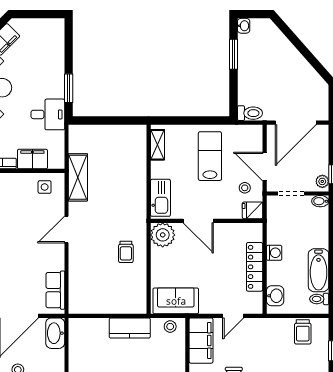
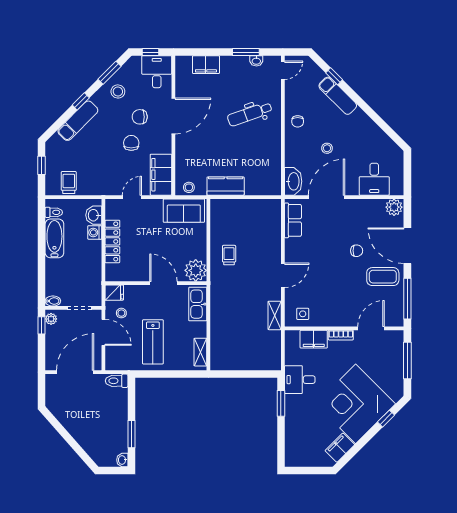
shelving: (78, 177) -> (275, 315), width x0.67, depth x0.75
washing machine: (274, 253) -> (95, 232), moved

